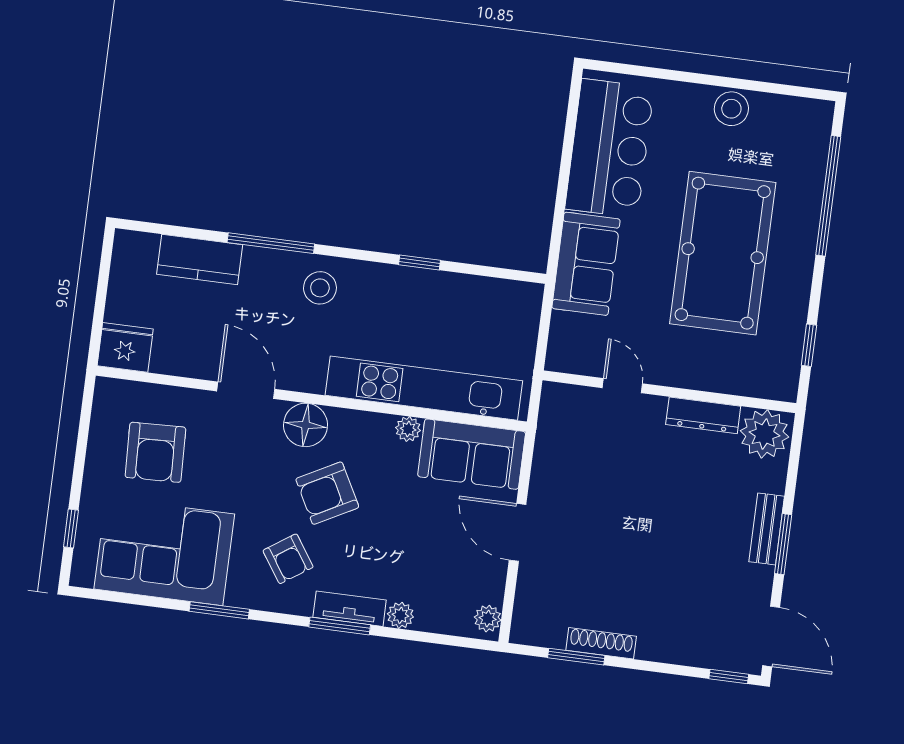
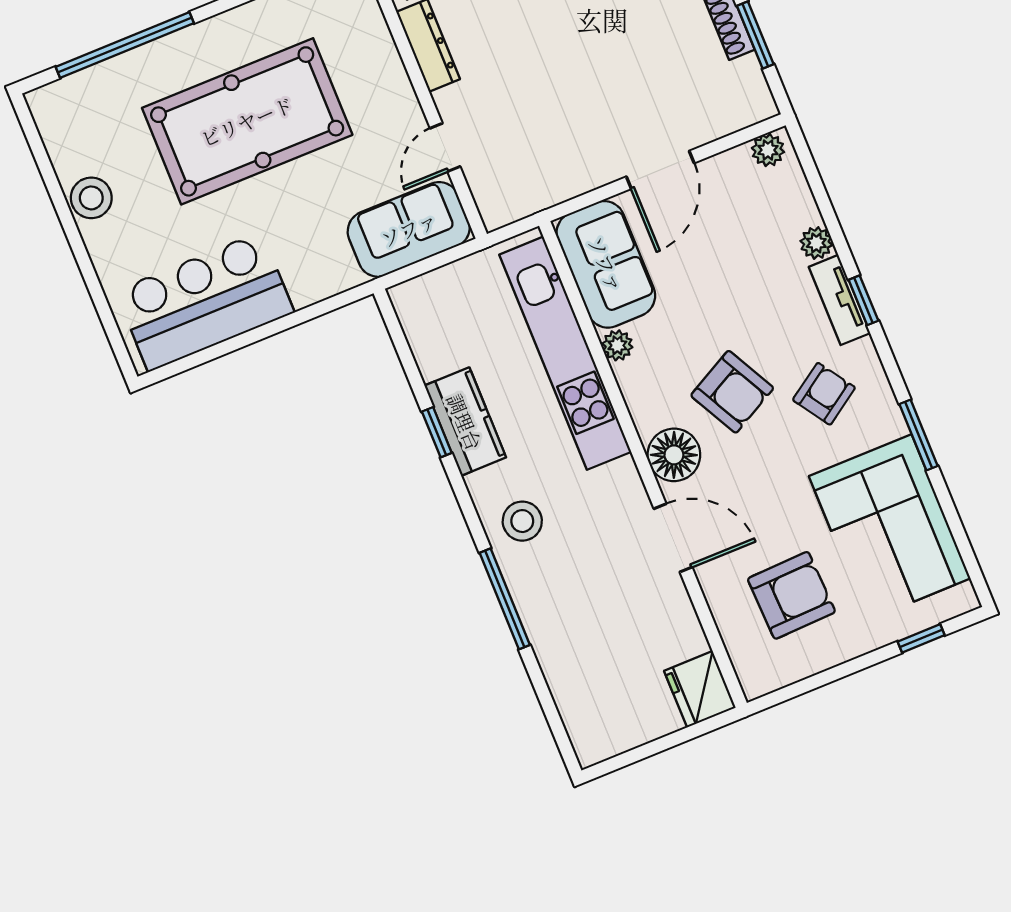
kitchen counter: (200, 259) -> (465, 422), moved
sofa: (586, 264) -> (409, 229), moved
door: (246, 390) -> (673, 538), swing flipped
window: (340, 626) -> (863, 300), width x0.67

